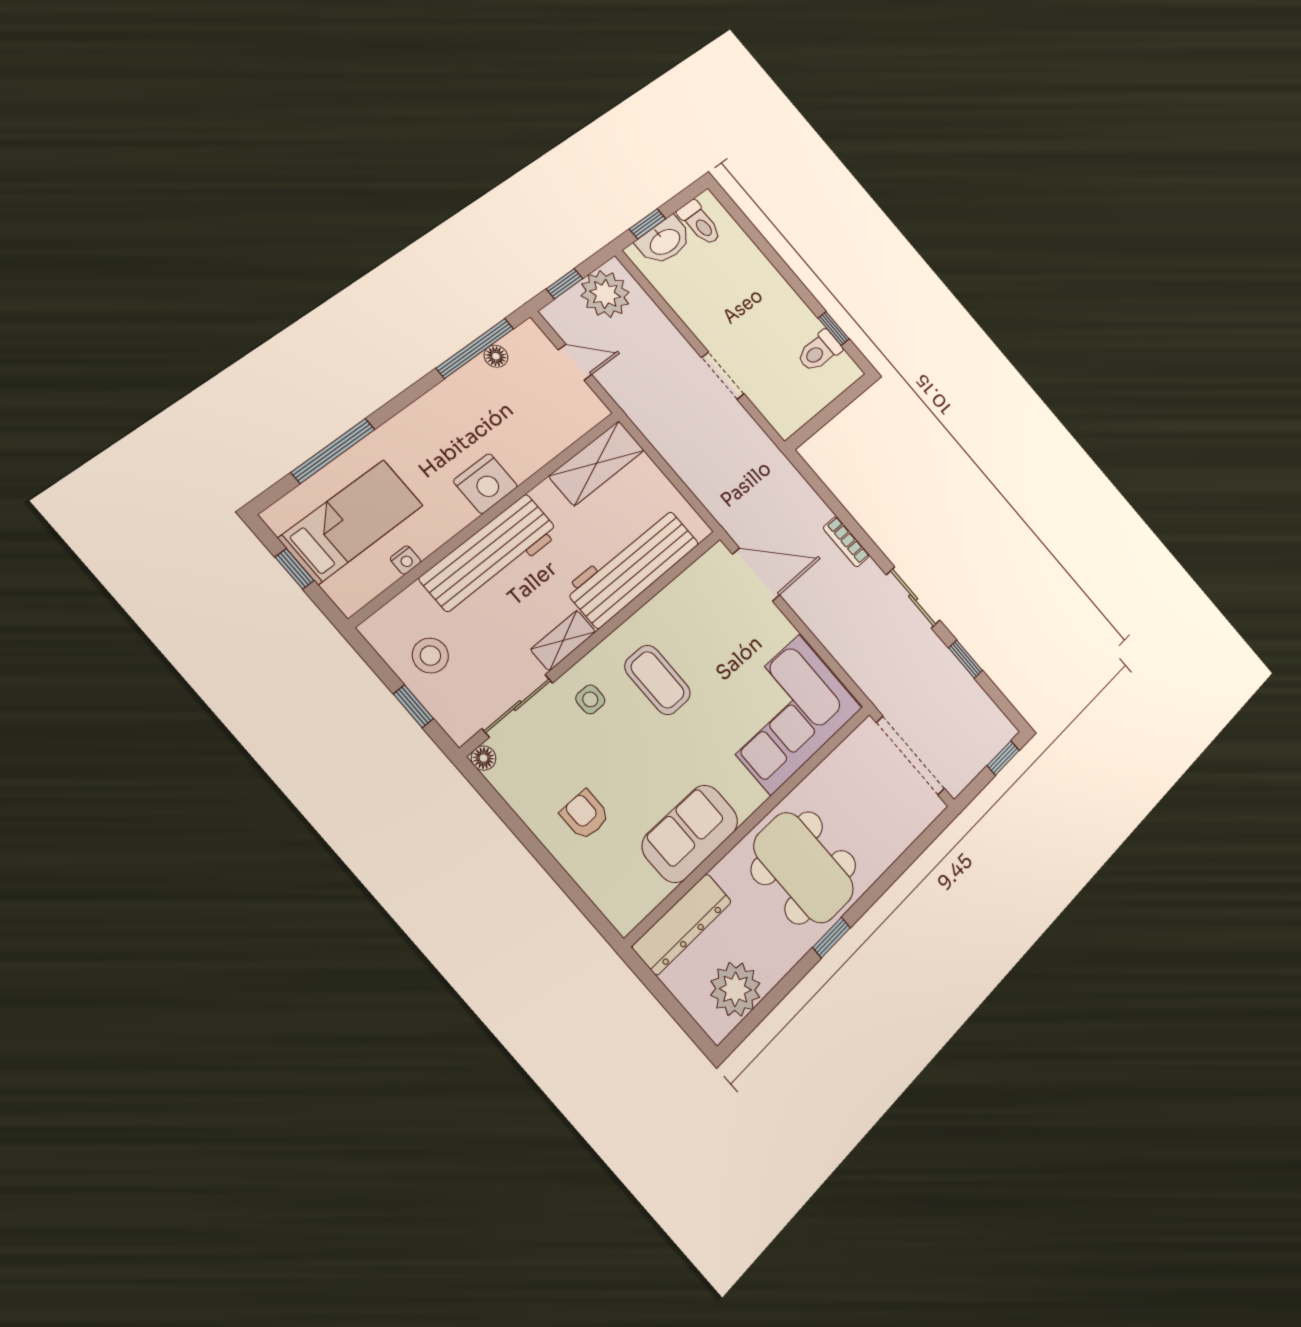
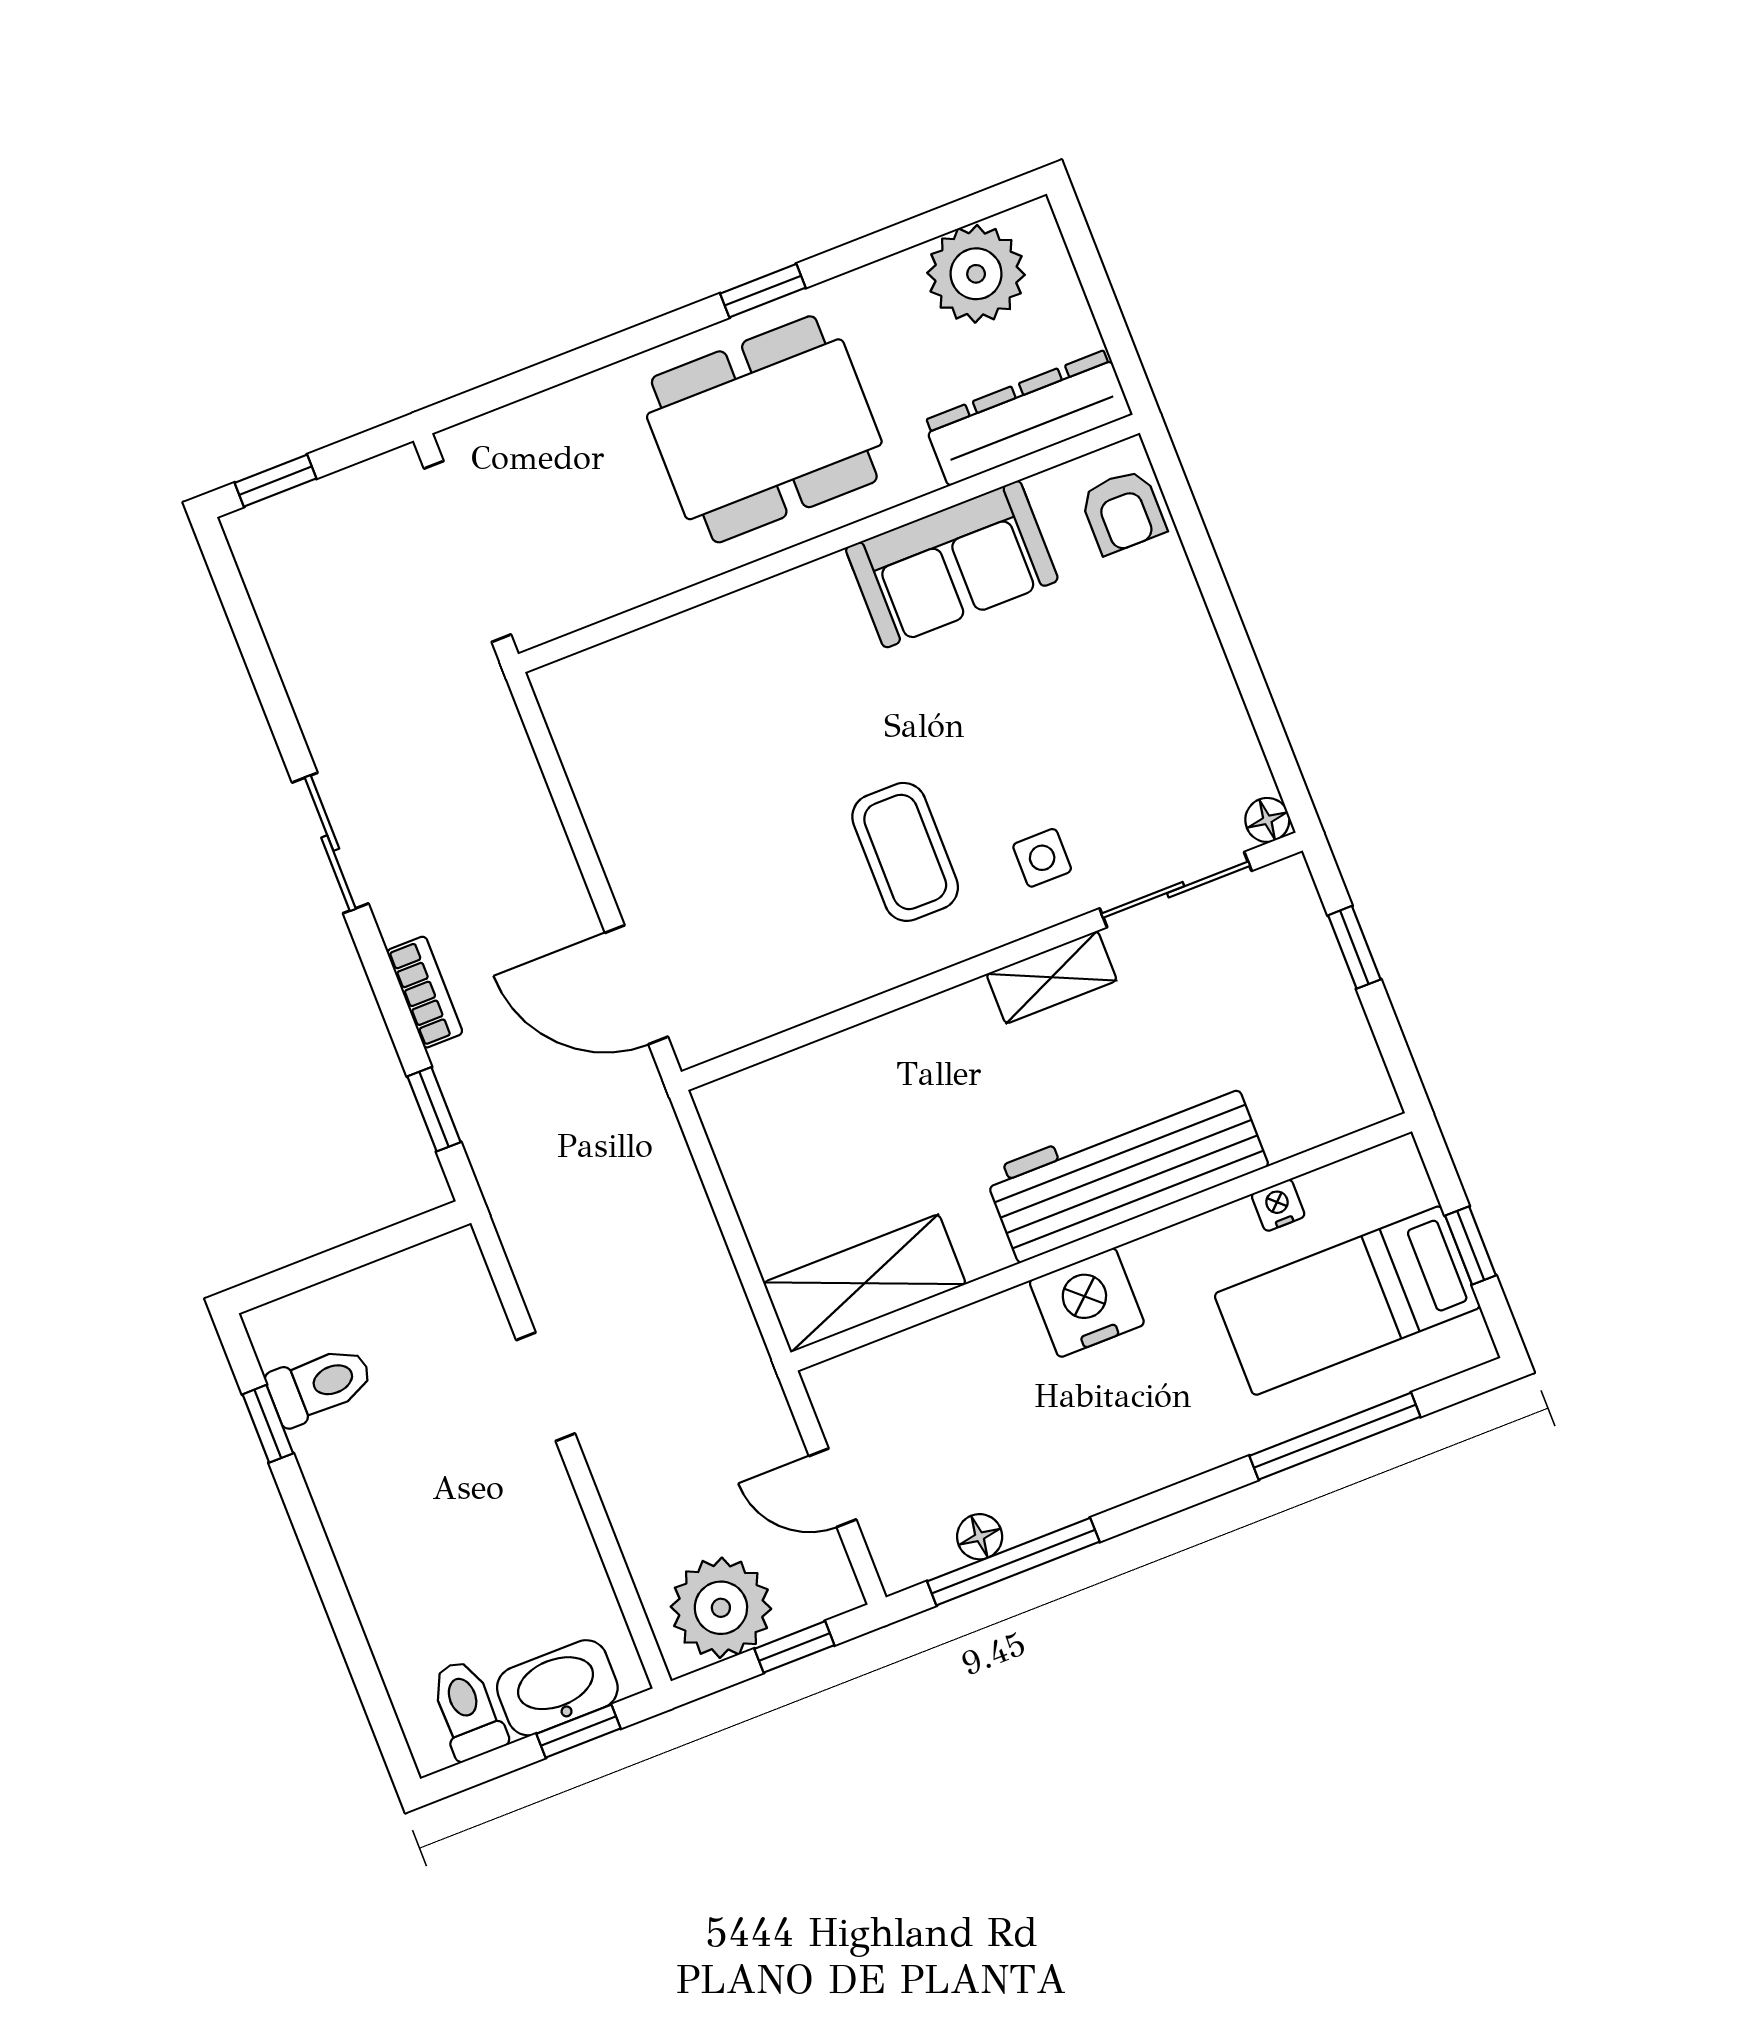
workbench: (632, 566) -> (872, 1072), removed
stool: (430, 656) -> (1295, 1025), removed
window: (965, 659) -> (434, 1109), moved
corner sofa: (785, 714) -> (686, 711), removed
armchair: (585, 815) -> (1123, 512), moved
dining table: (804, 867) -> (764, 429), turned 90

